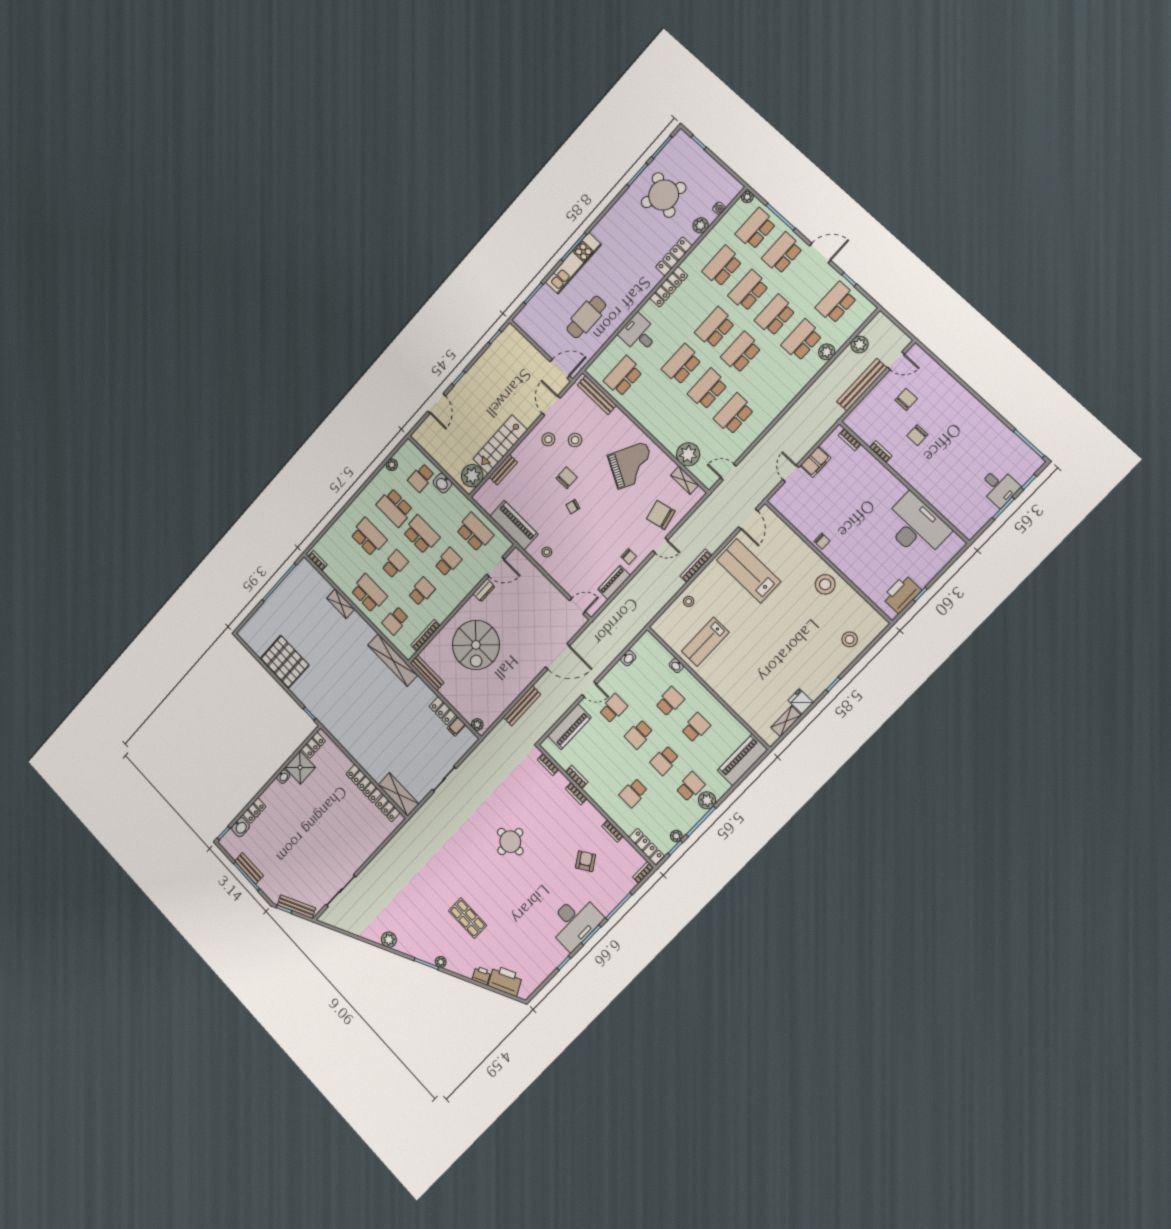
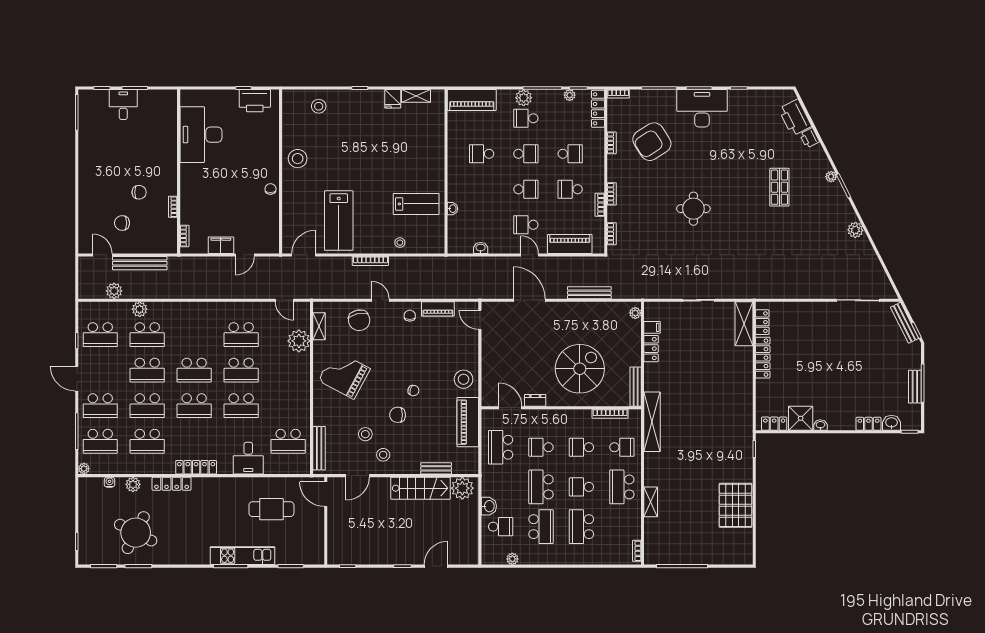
stool: (547, 552) -> (464, 379), width x1.89, depth x1.89
school desk: (670, 701) -> (570, 189), moved
armchair: (586, 861) -> (652, 142), width x1.88, depth x1.88

